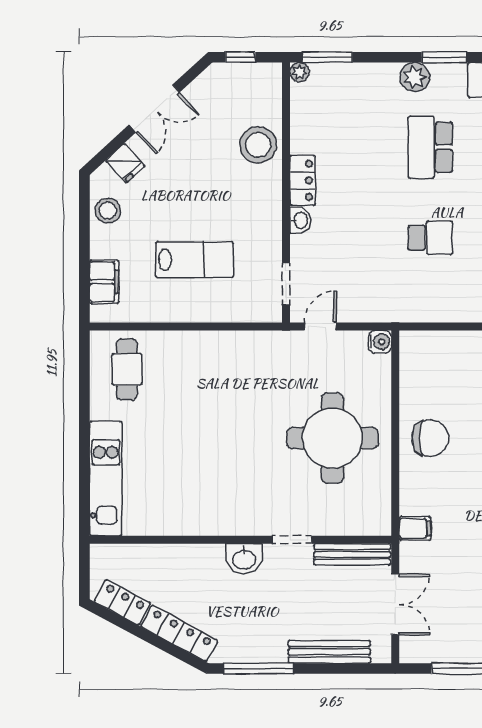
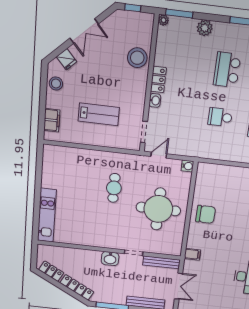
plant: (415, 77) -> (205, 28), moved
school desk: (430, 238) -> (220, 117), turned 180
cafe table: (127, 369) -> (114, 188), moved

